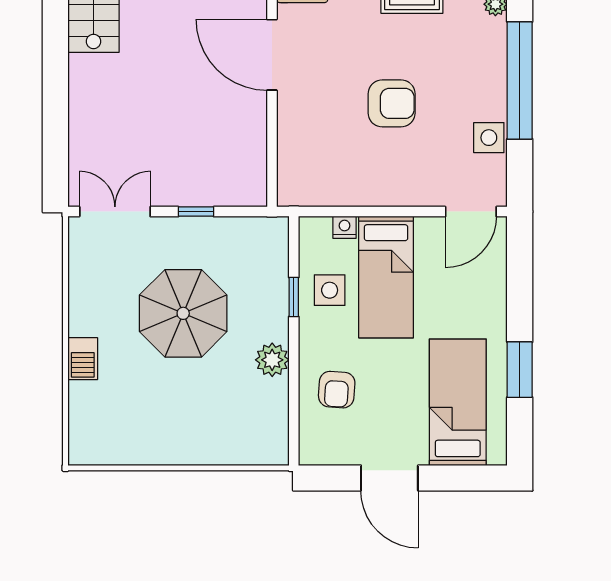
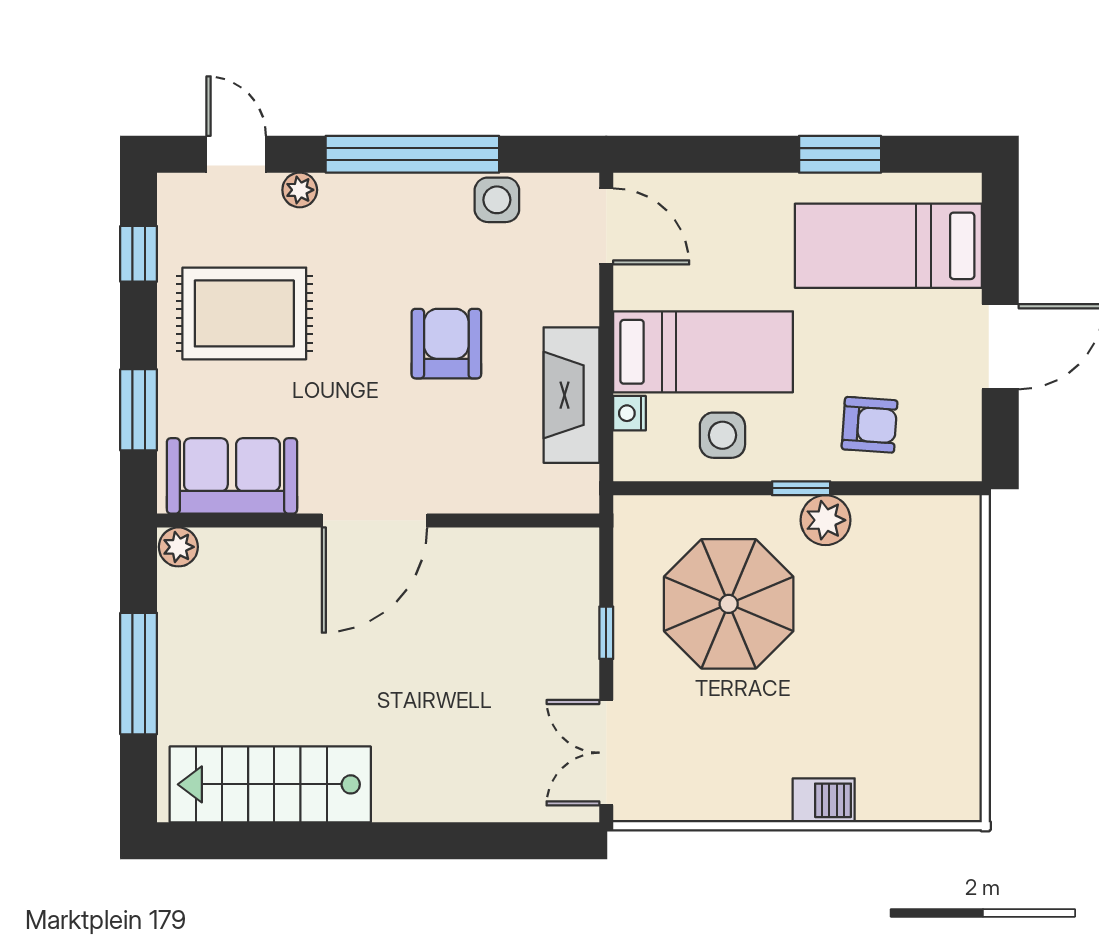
fireplace: (357, 188) -> (571, 395), added
window: (294, 297) -> (801, 488), moved
parasol: (183, 313) -> (729, 604), moved

